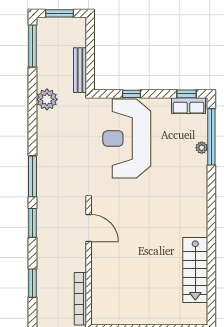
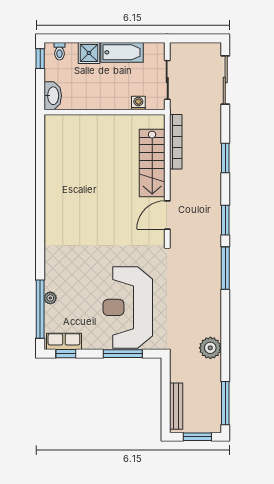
bench: (80, 70) -> (176, 406), moved
window: (131, 94) -> (123, 354), width x2.17
reception desk: (127, 139) -> (128, 307), turned 180
door: (89, 228) -> (167, 215), hinge flipped
stairs: (195, 270) -> (152, 163), moved, turned 180

